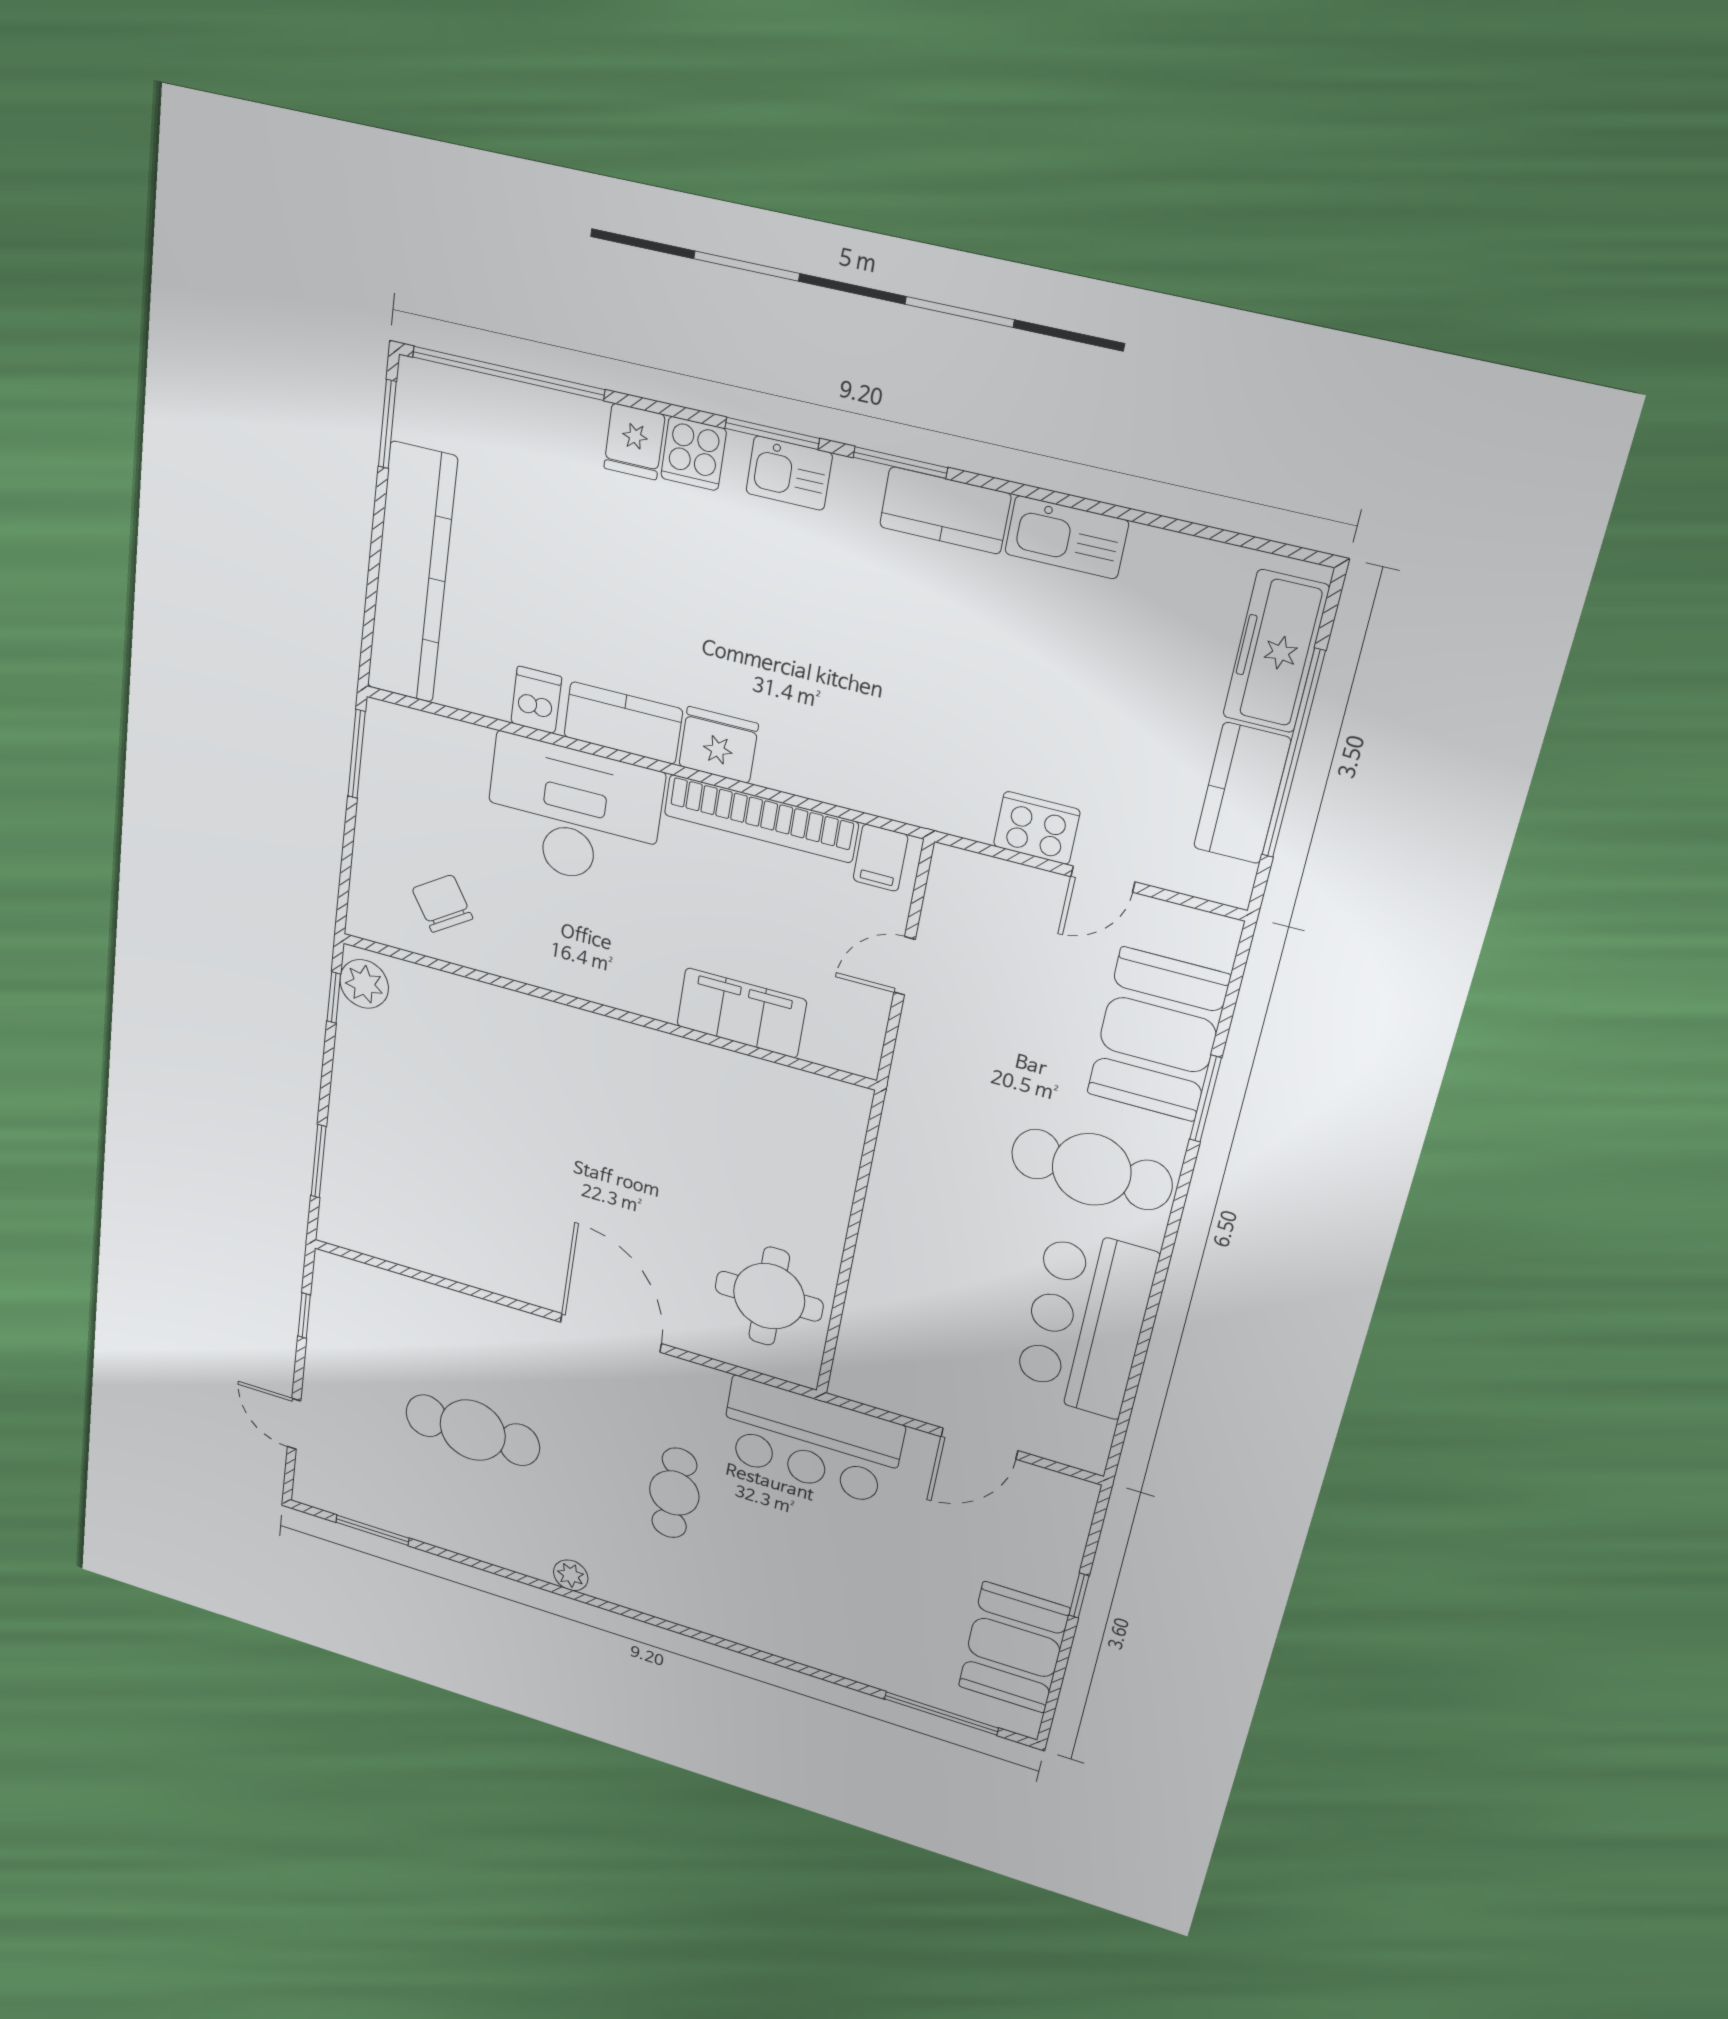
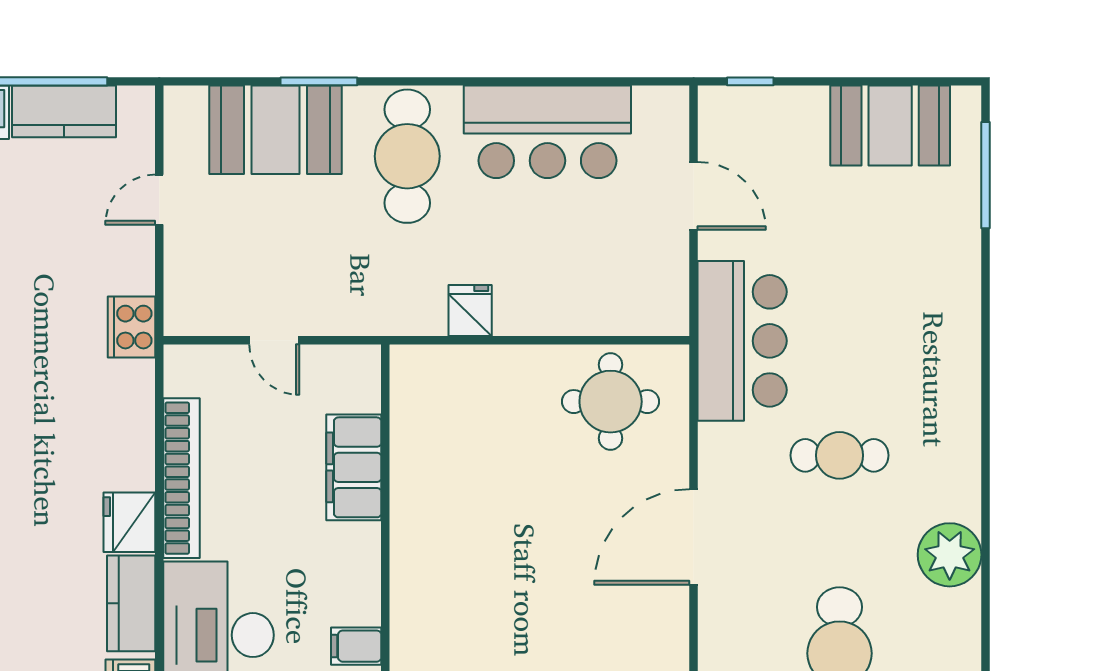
cooker: (1037, 828) -> (132, 327), moved
filing cabinet: (880, 858) -> (356, 646), moved, turned 180
door: (1103, 879) -> (159, 200), swing flipped
fridge: (898, 1185) -> (470, 311), added
plant: (571, 1575) -> (950, 555), width x1.88, depth x1.88
window: (1079, 1595) -> (750, 81), moved

